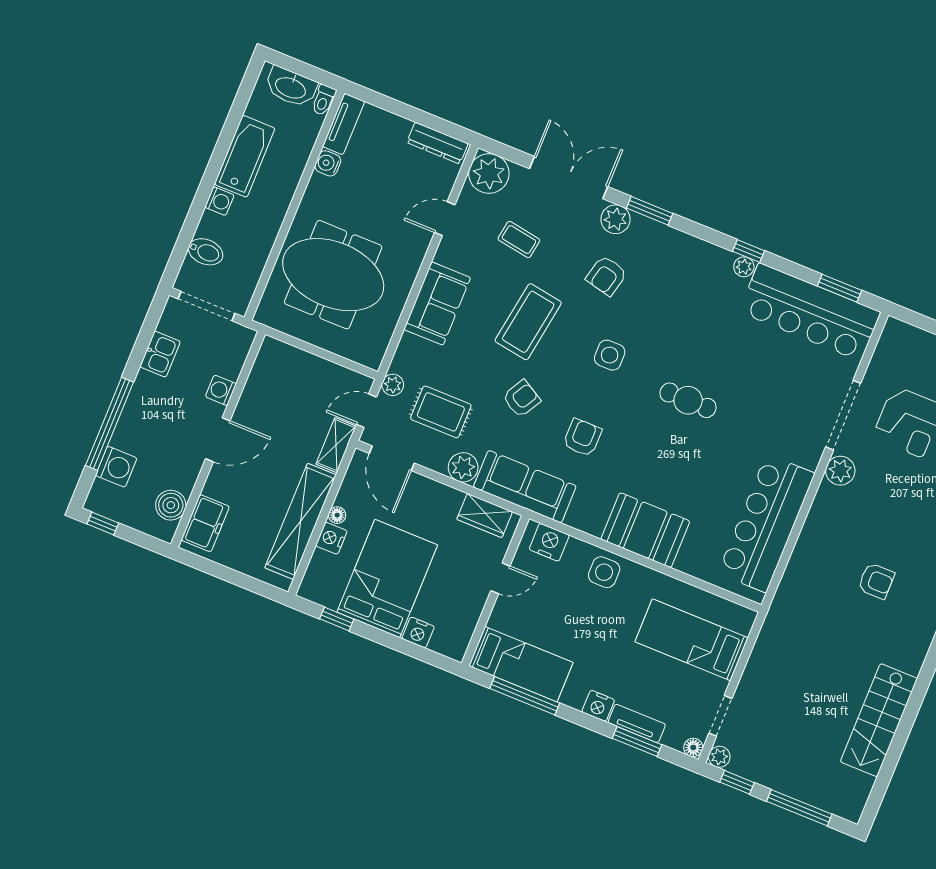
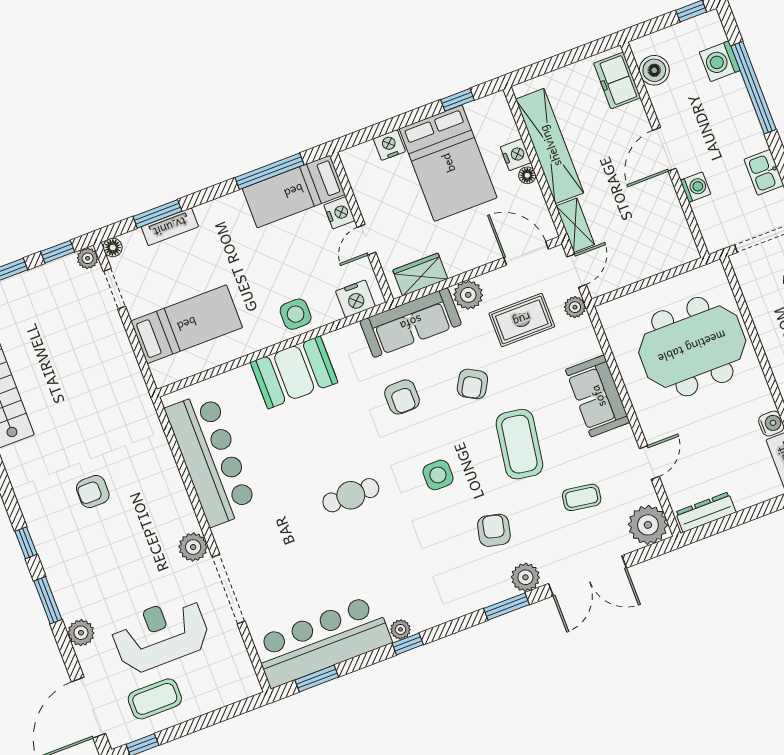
nightstand: (598, 706) -> (339, 213), moved, turned 90

